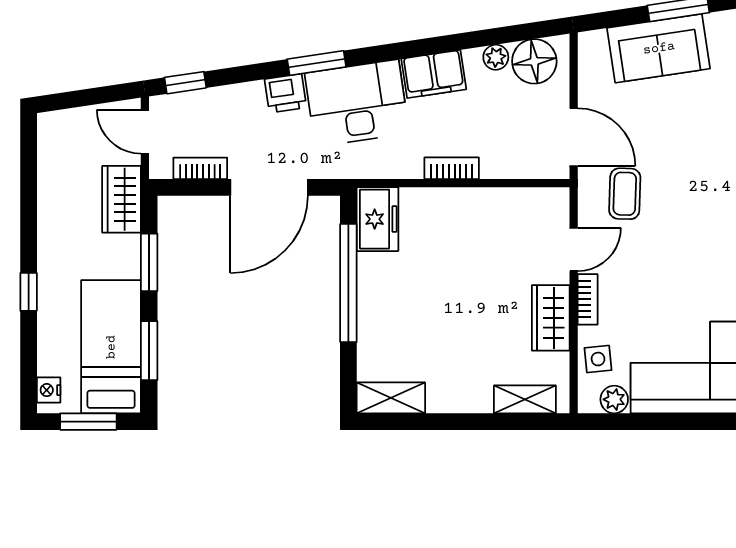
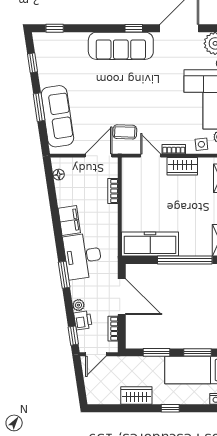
sofa: (659, 48) -> (57, 116), width x1.36
plant: (496, 57) -> (78, 305), moved
floor lamp: (534, 61) -> (59, 175), width x0.53, depth x0.53
printer: (286, 93) -> (83, 320), moved
bookcase: (452, 168) -> (113, 191), moved
wardrobe: (122, 199) -> (136, 395), moved, turned 180
freezer: (377, 219) -> (150, 244), width x1.91, depth x1.26
window: (348, 283) -> (185, 260), moved

